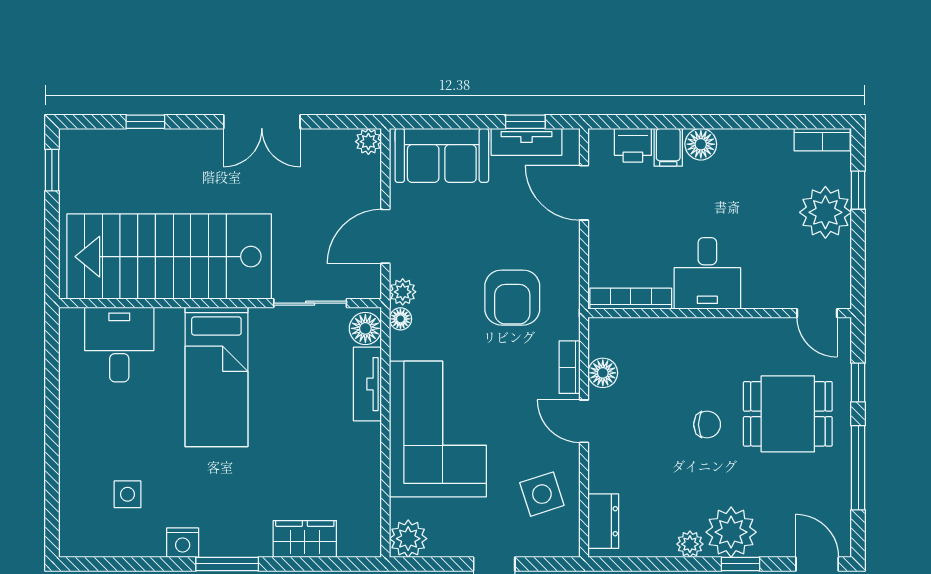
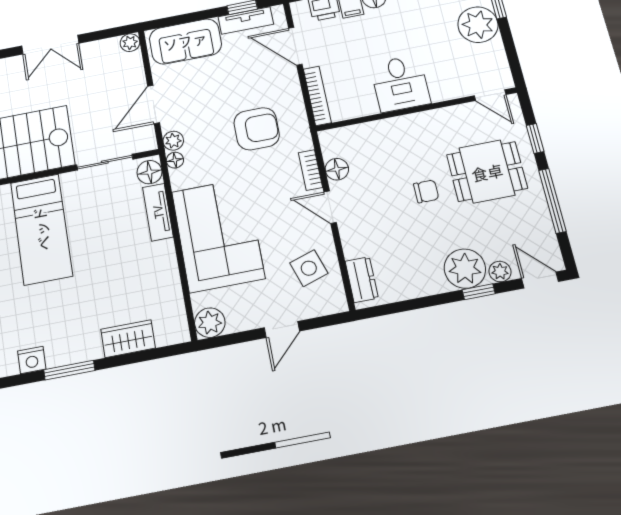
armchair: (512, 298) -> (257, 129), turned -90
bookcase: (631, 299) -> (317, 96), moved, turned 90
plant: (690, 544) -> (500, 272), moved

